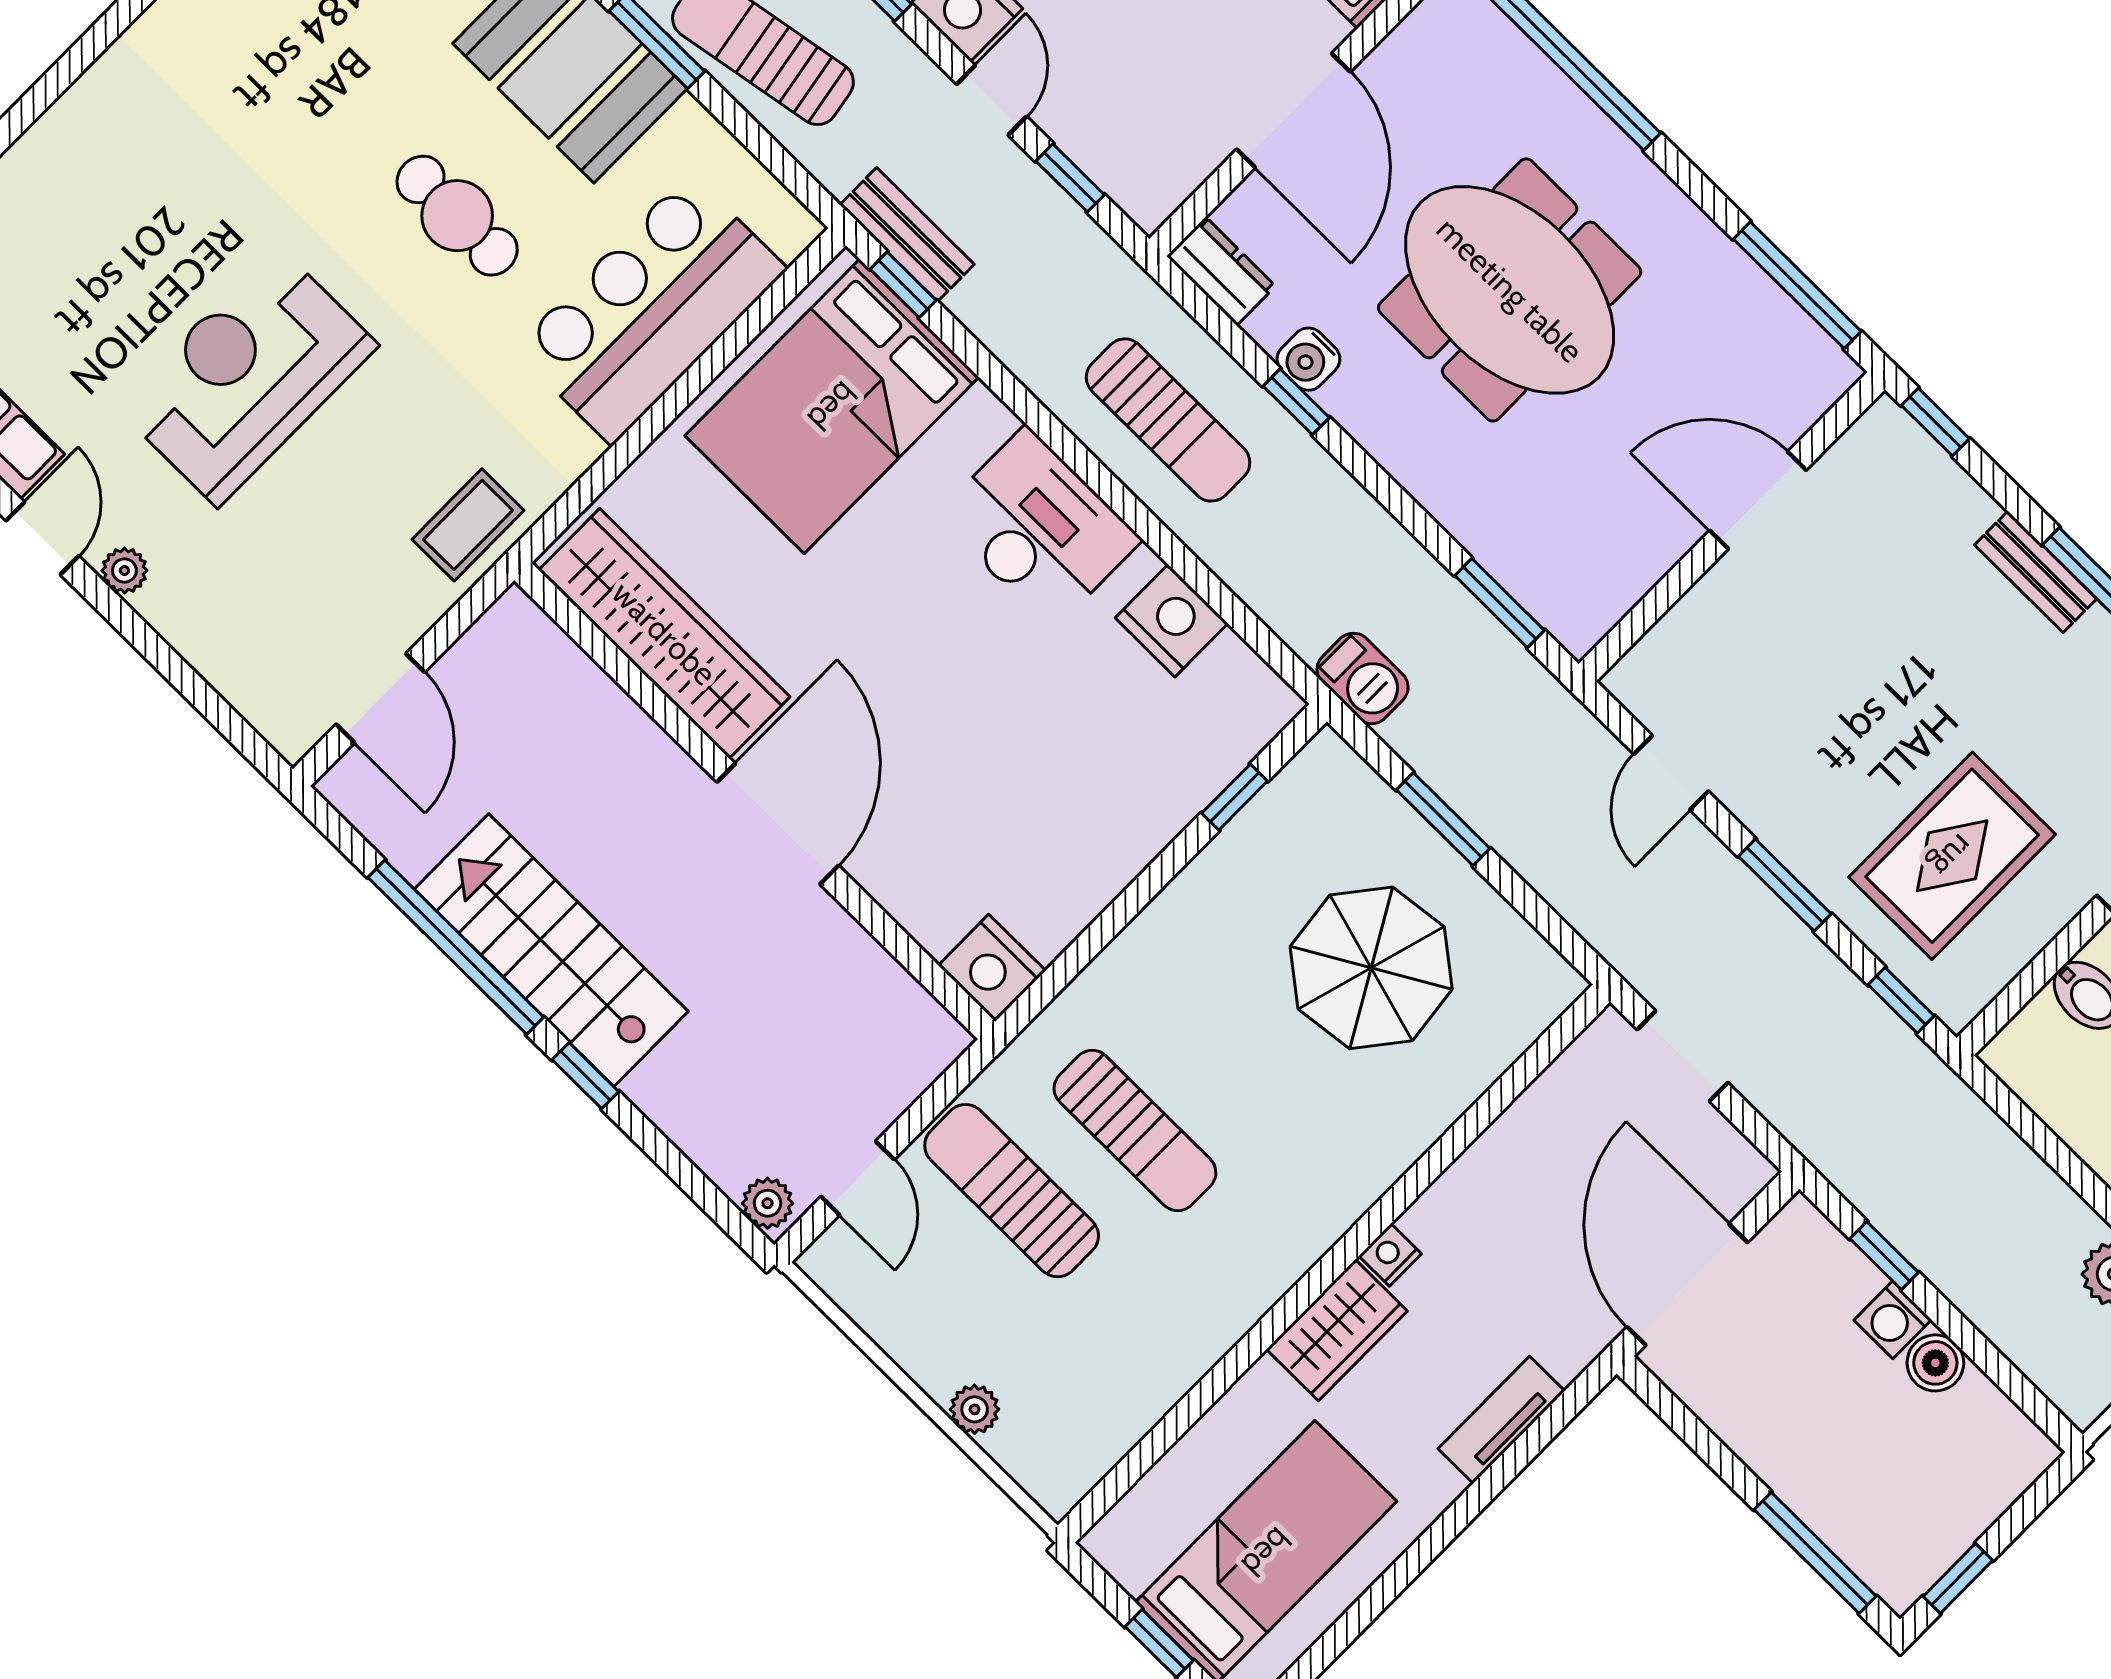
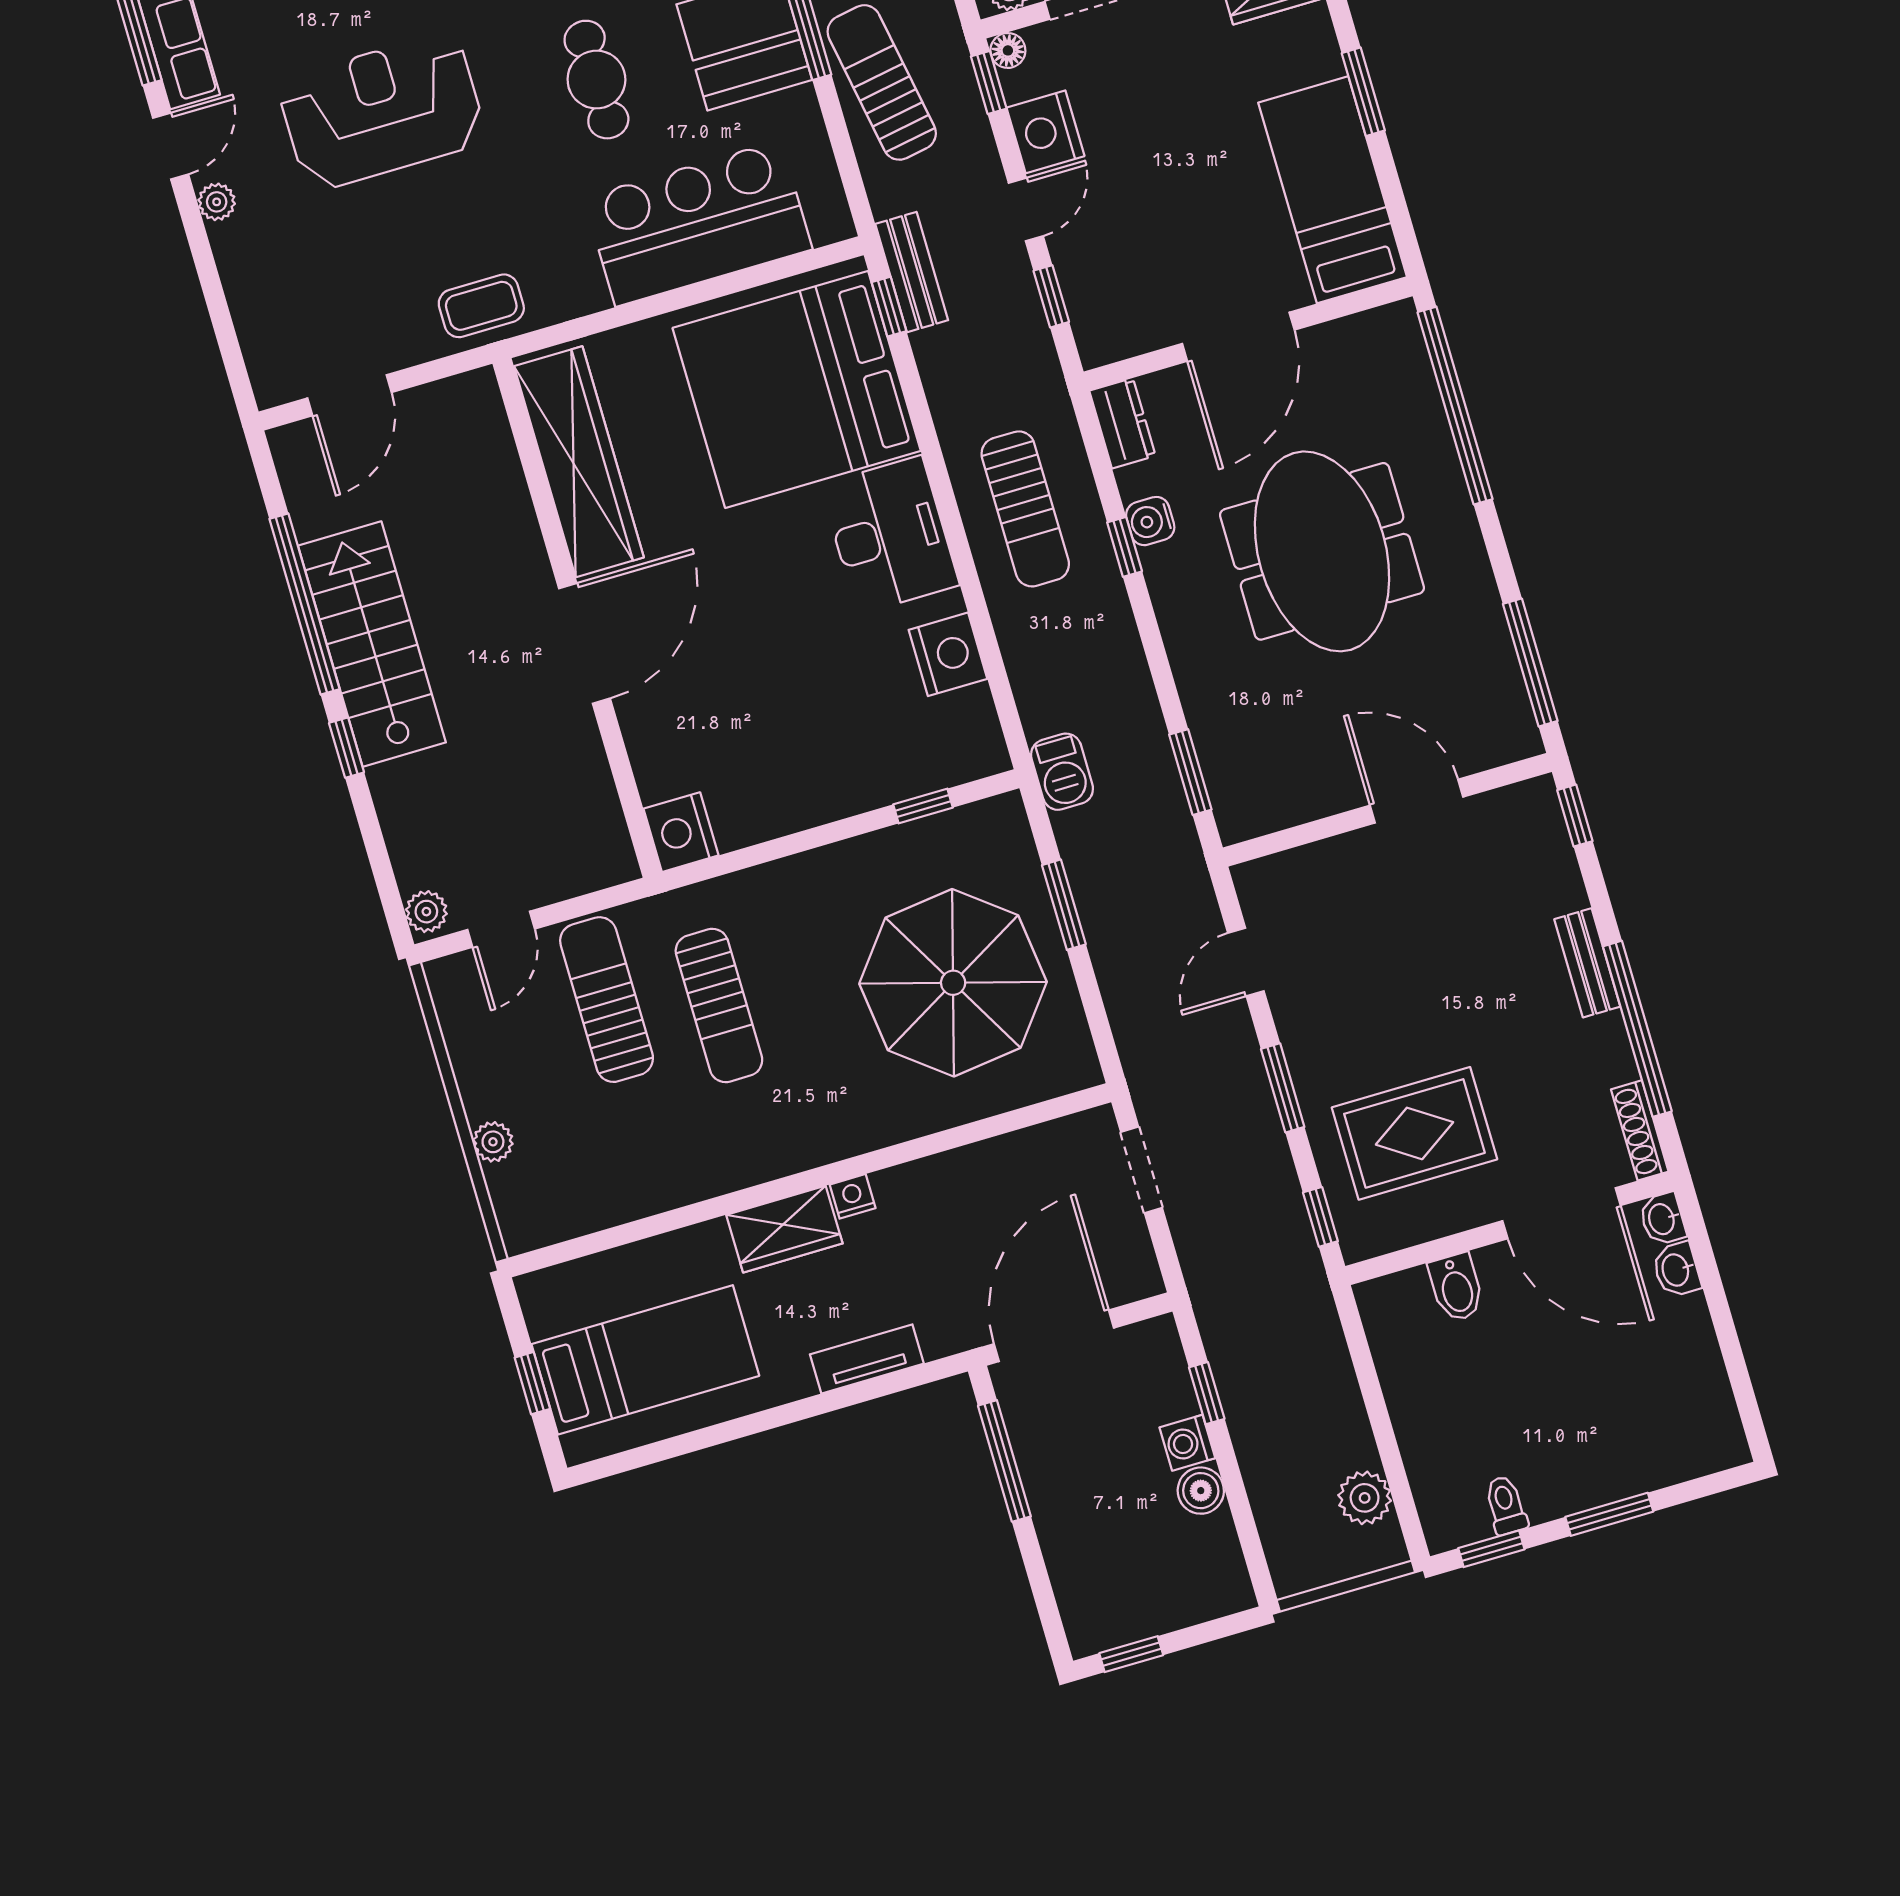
bed: (832, 406) -> (797, 389), width x1.36
parasol: (1371, 968) -> (953, 983), width x1.36, depth x1.36
window: (1815, 1553) -> (1004, 1461), moved

